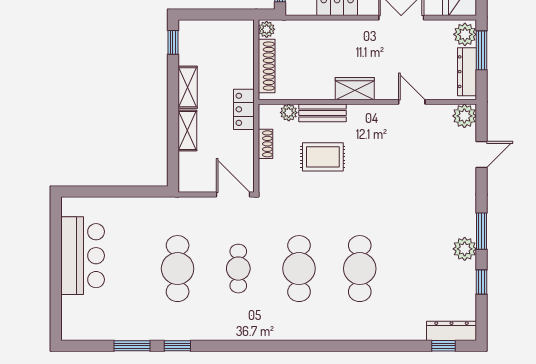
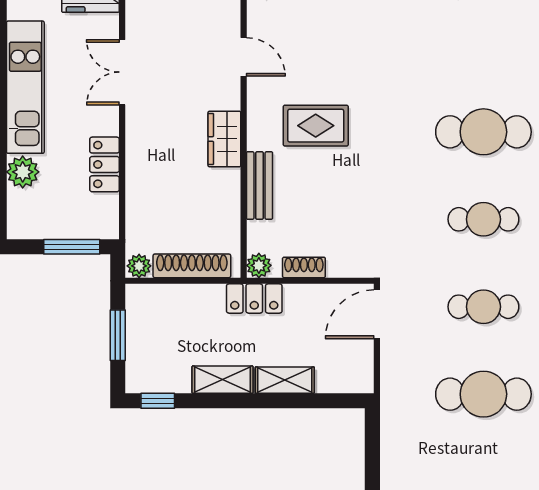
window: (218, 14) -> (118, 335), added
door: (412, 102) -> (244, 57), swing flipped
plant: (289, 113) -> (259, 265), moved
rug: (323, 157) -> (316, 126), moved, turned 90
cafe table: (299, 269) -> (483, 219), width x0.73, depth x0.74

